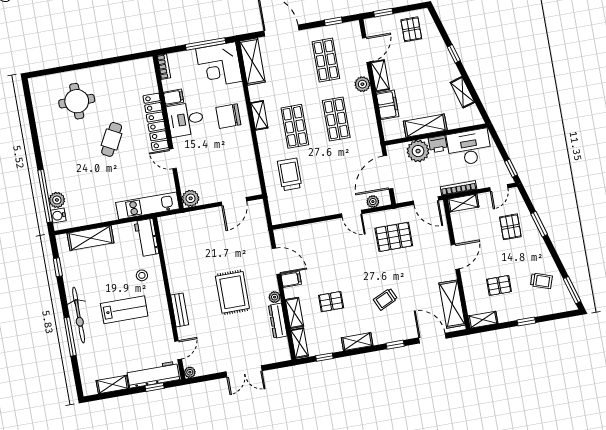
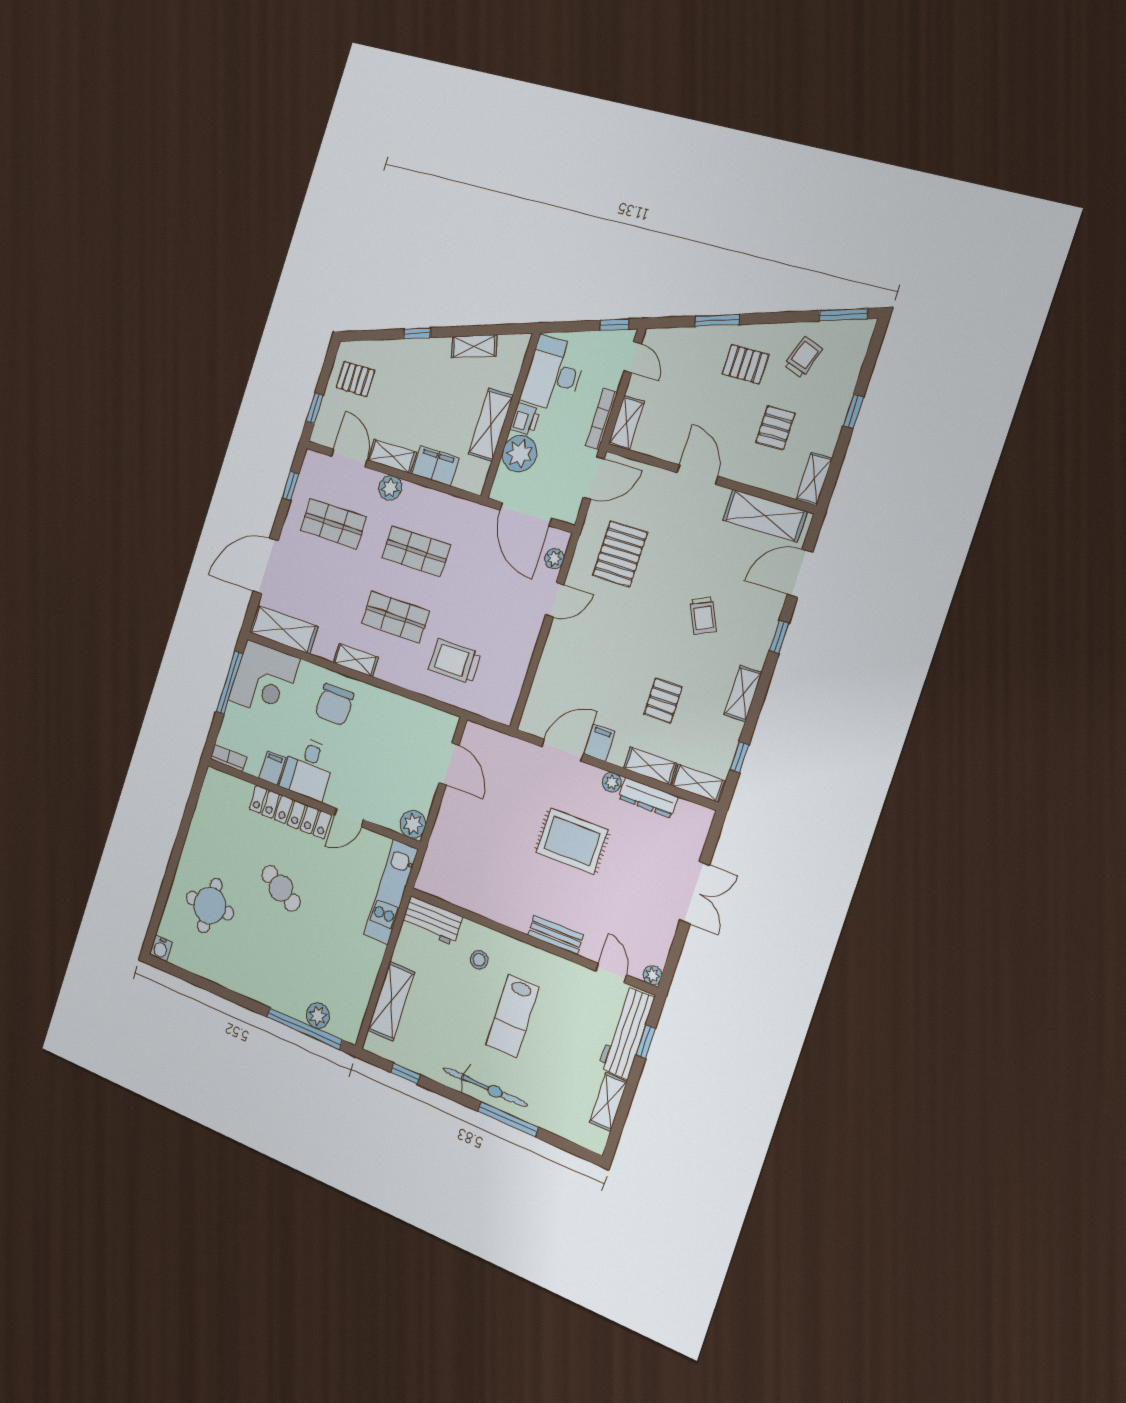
water cooler: (58, 216) -> (161, 948), moved
pallet: (510, 227) -> (745, 364), moved
lab bench: (124, 310) -> (512, 1016), turned 180

